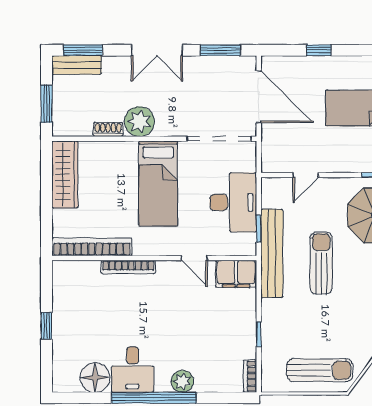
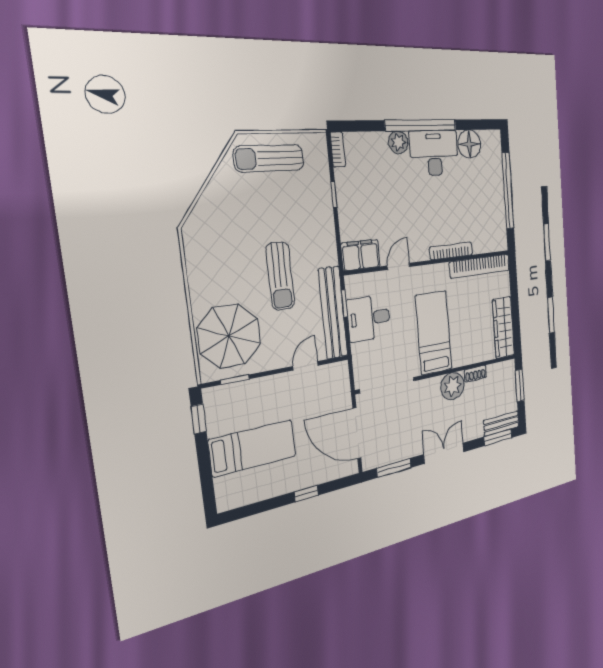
desk: (233, 202) -> (369, 318), width x0.73
bench: (272, 254) -> (333, 313), moved
door: (194, 258) -> (398, 266), hinge flipped
window: (46, 326) -> (508, 191), width x3.17
desk: (133, 370) -> (434, 153), width x1.37

